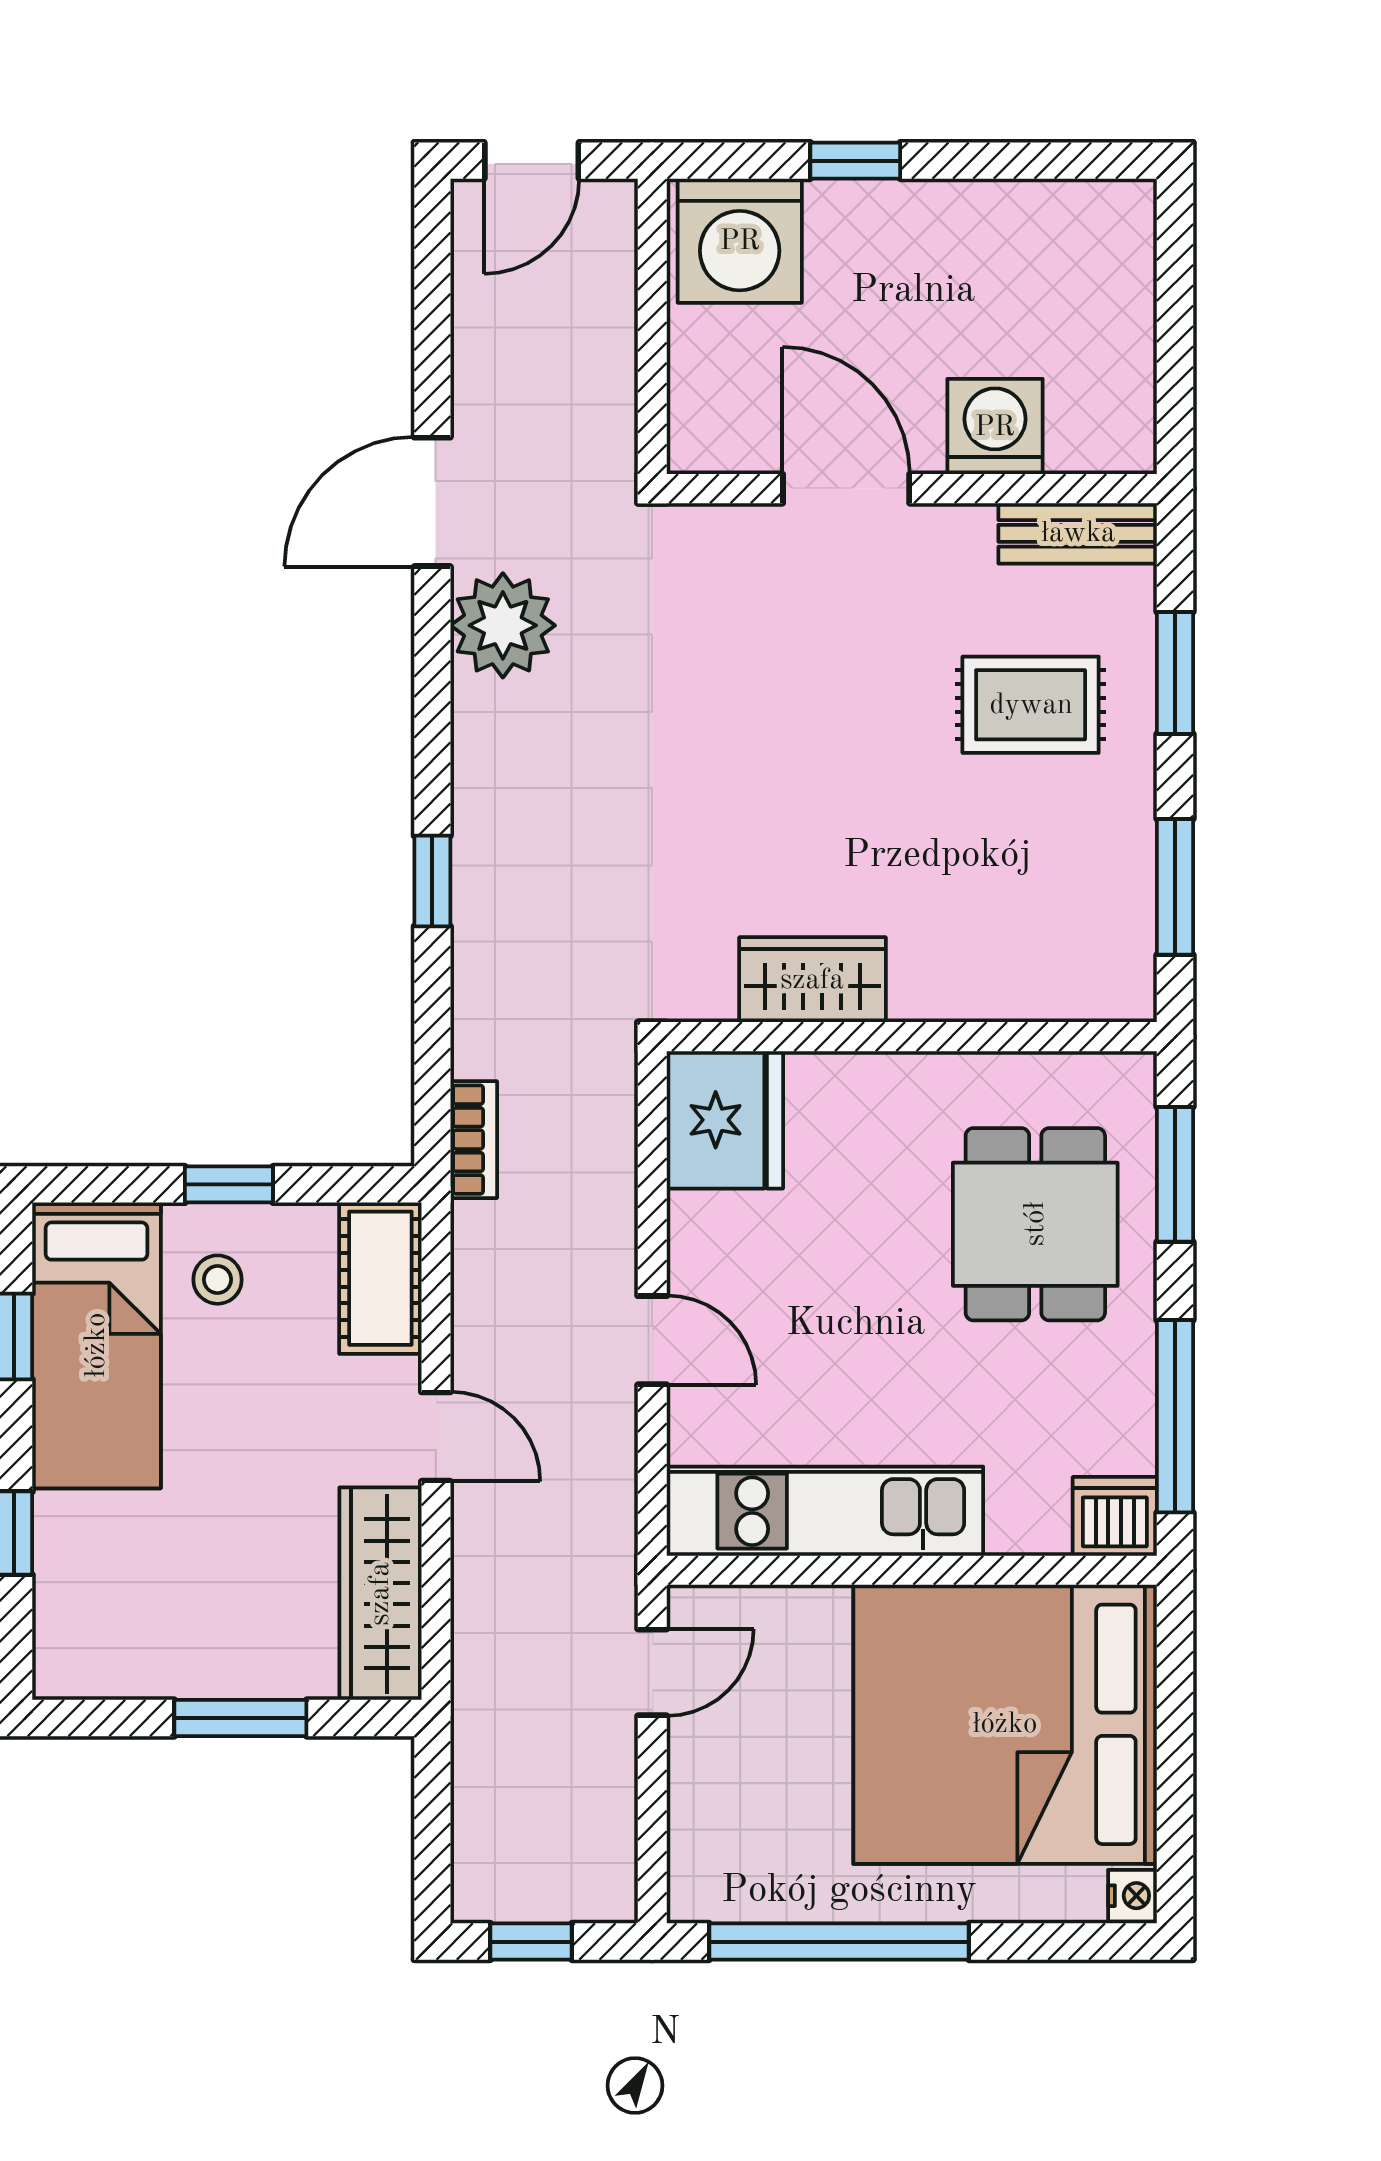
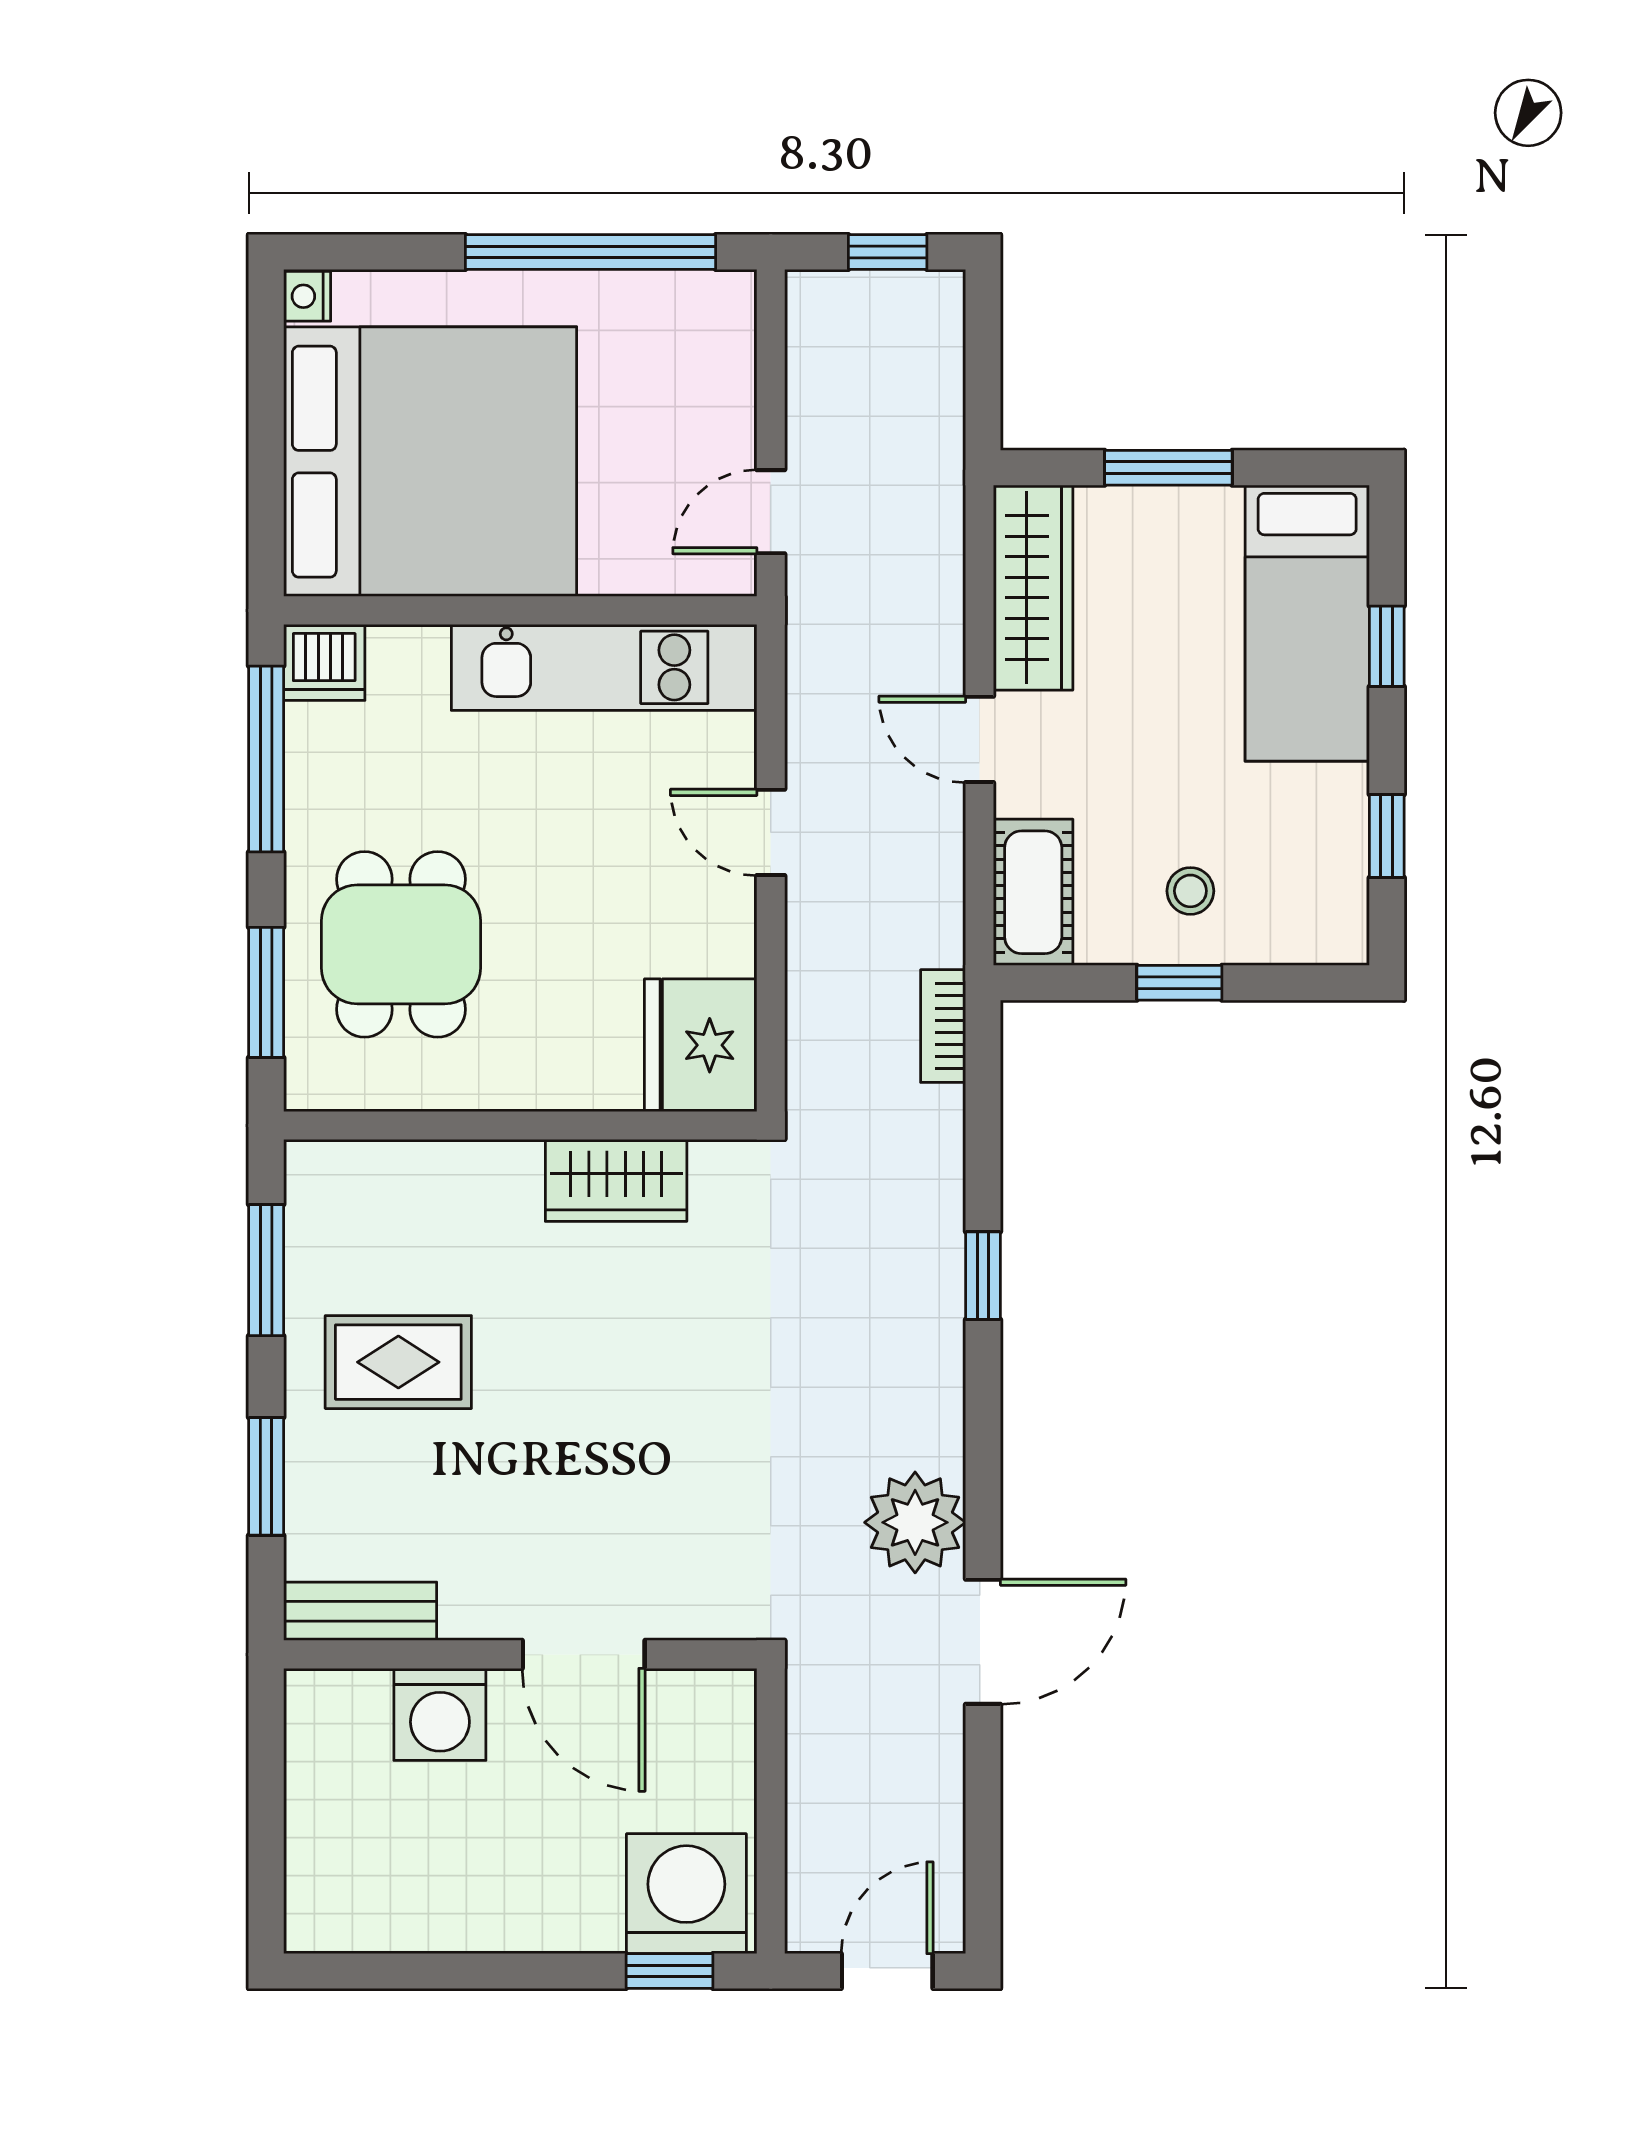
window: (855, 161) -> (670, 1971), moved
rug: (1031, 705) -> (398, 1362), moved
bed: (96, 1345) -> (1307, 623), moved, turned 180

